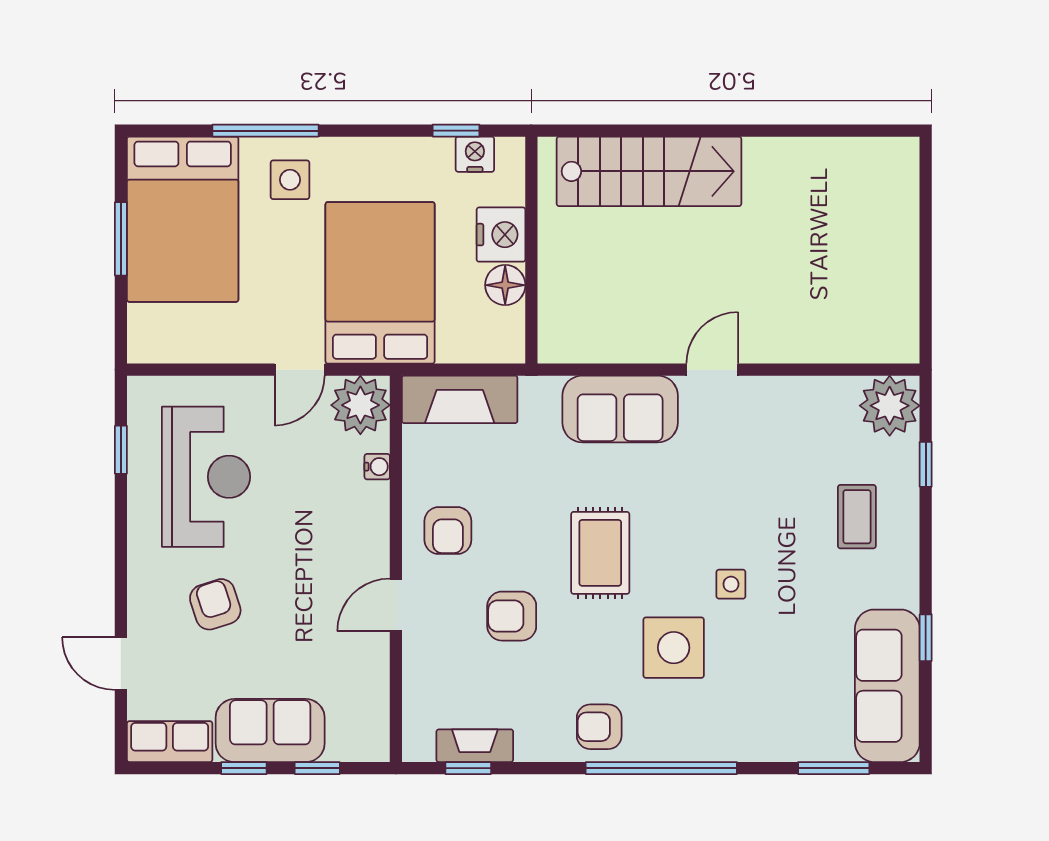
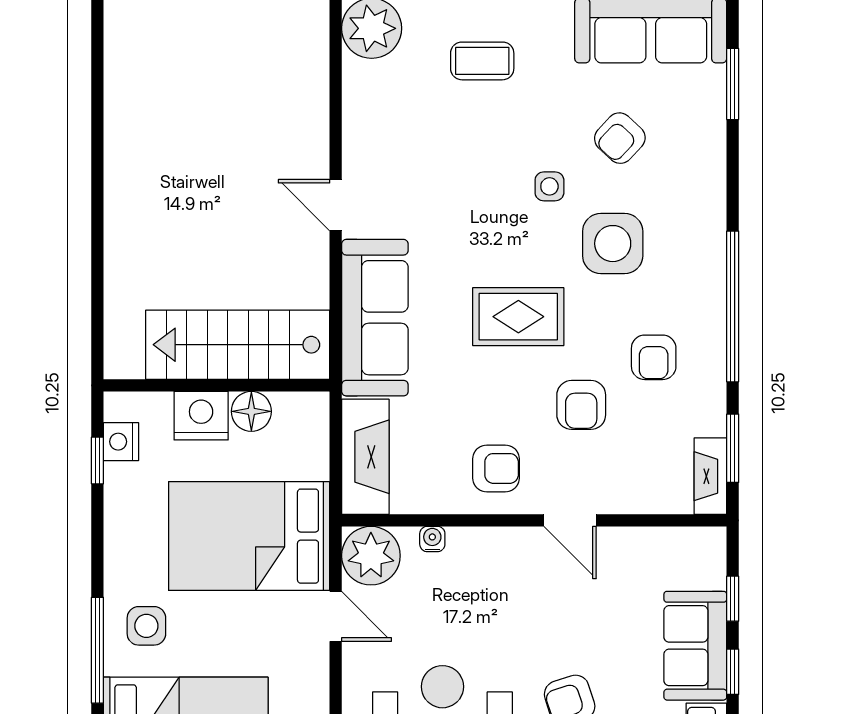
stairs: (649, 171) -> (238, 345), moved, turned -90
sofa: (620, 409) -> (375, 318), width x1.36
armchair: (779, 655) -> (620, 138), added
armchair: (599, 727) -> (654, 357), moved
fireplace: (475, 746) -> (710, 476), moved
window: (468, 768) -> (733, 448), width x1.50
window: (661, 768) -> (733, 306), moved

